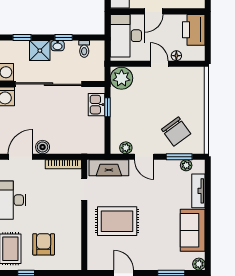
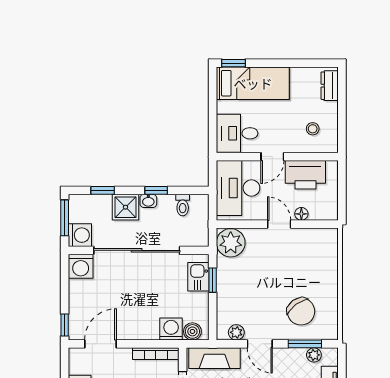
printer: (194, 30) -> (305, 175), moved, turned -90
washing machine: (75, 145) -> (171, 329), added
boiler: (43, 147) -> (192, 331), moved

